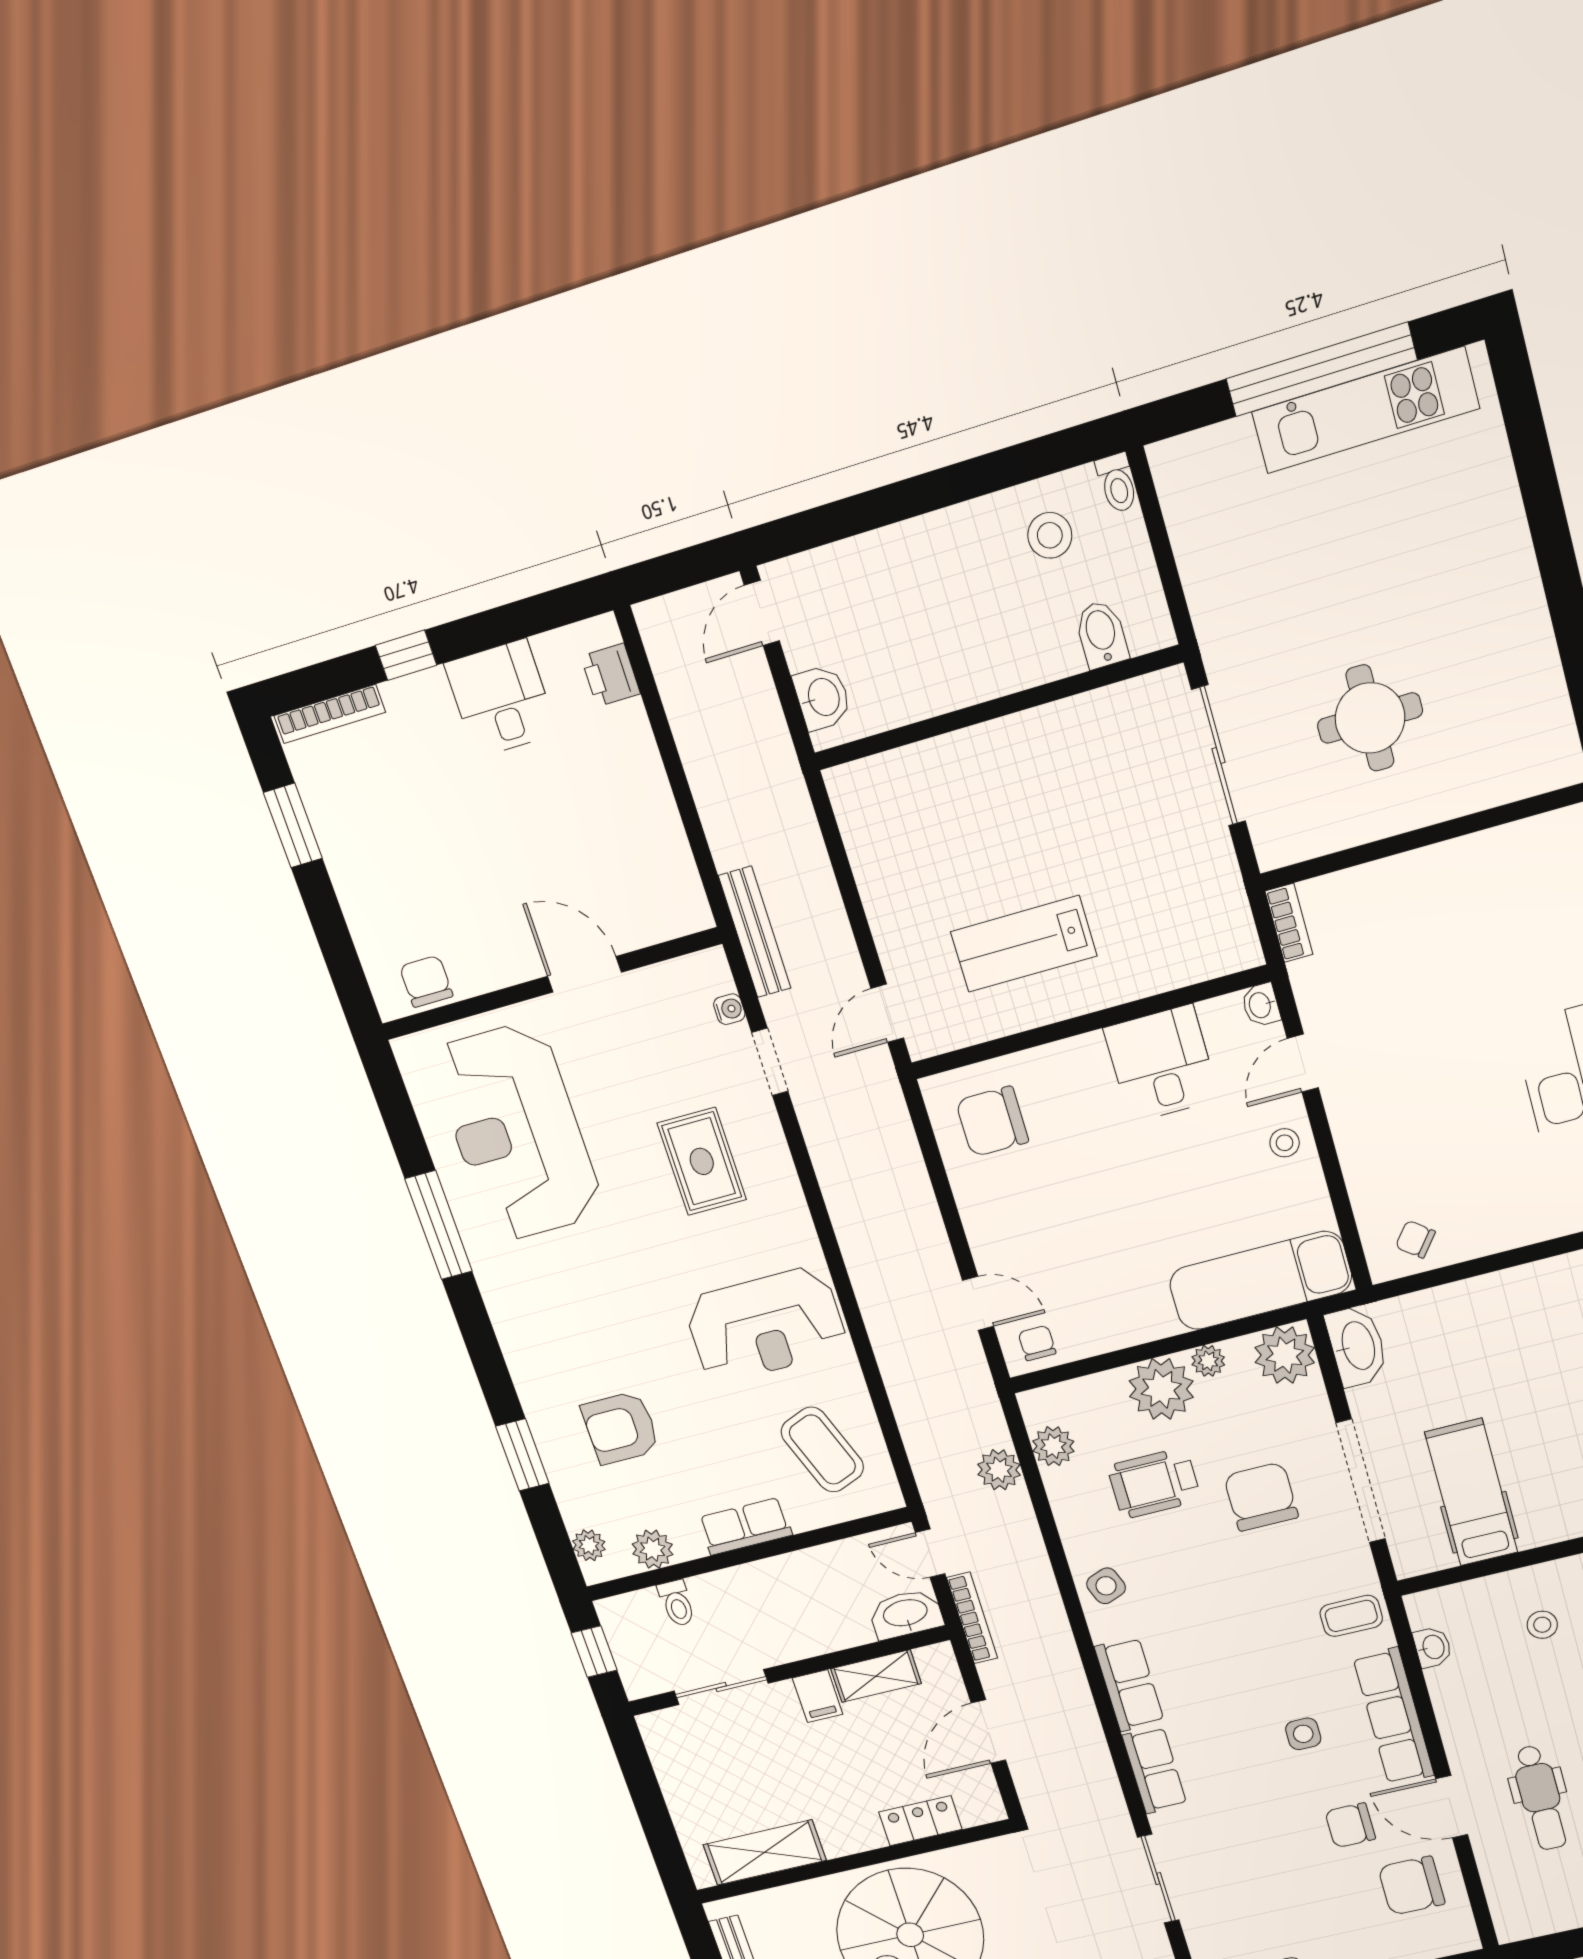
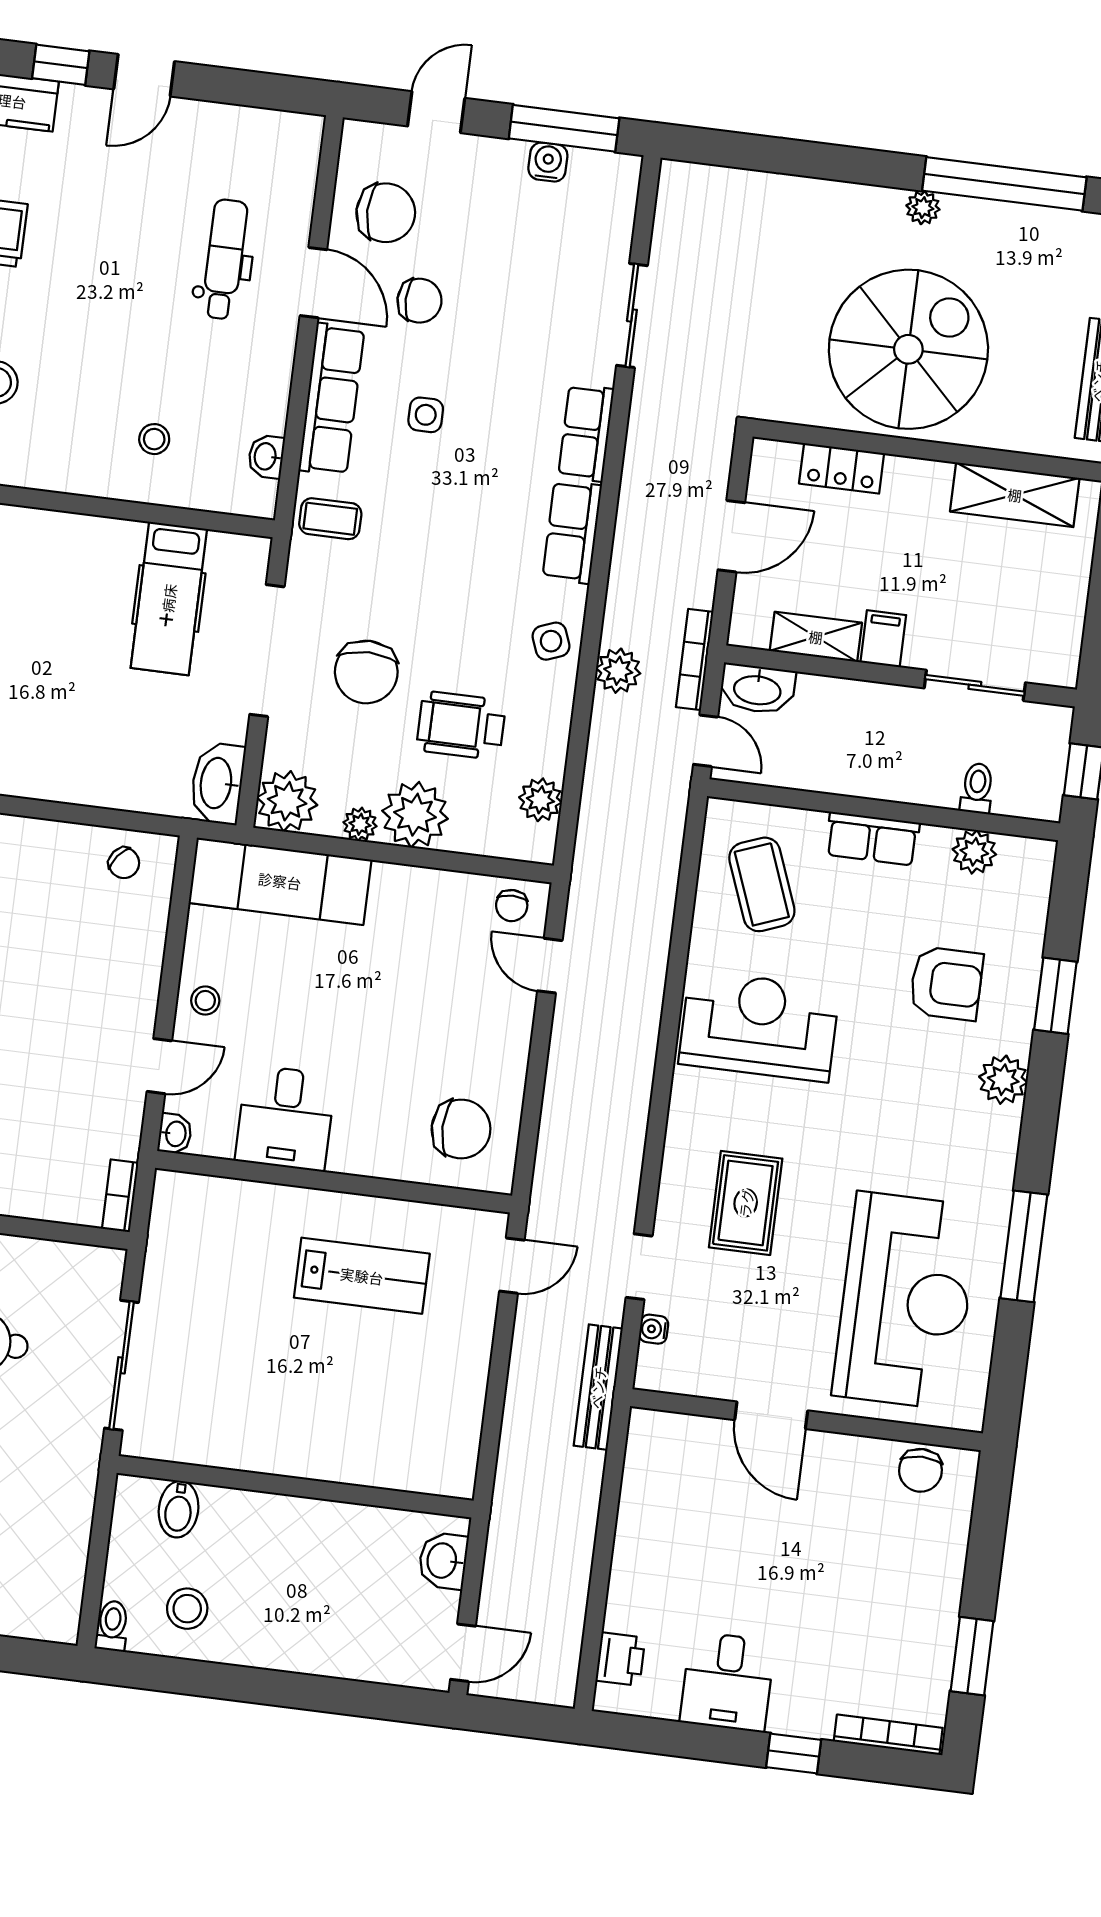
plant: (999, 1470) -> (618, 671), moved
wheelchair: (1154, 1483) -> (461, 725), turned 180
plant: (589, 1545) -> (1003, 1080), moved, width x1.38, depth x1.38

